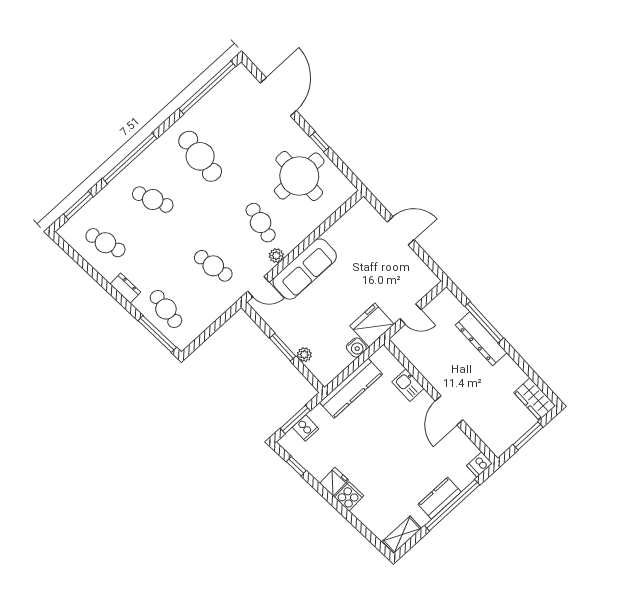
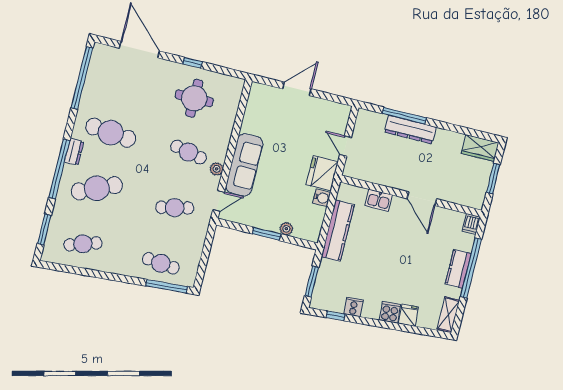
round table: (299, 176) -> (194, 98), width x0.73, depth x0.73
cafe table: (153, 200) -> (97, 188), width x1.37, depth x1.35
dresser: (125, 288) -> (74, 152), moved, turned 94
door: (411, 314) -> (346, 146), swing flipped
cooker: (306, 428) -> (353, 307), moved, turned -94
fridge: (334, 482) -> (409, 315), moved

